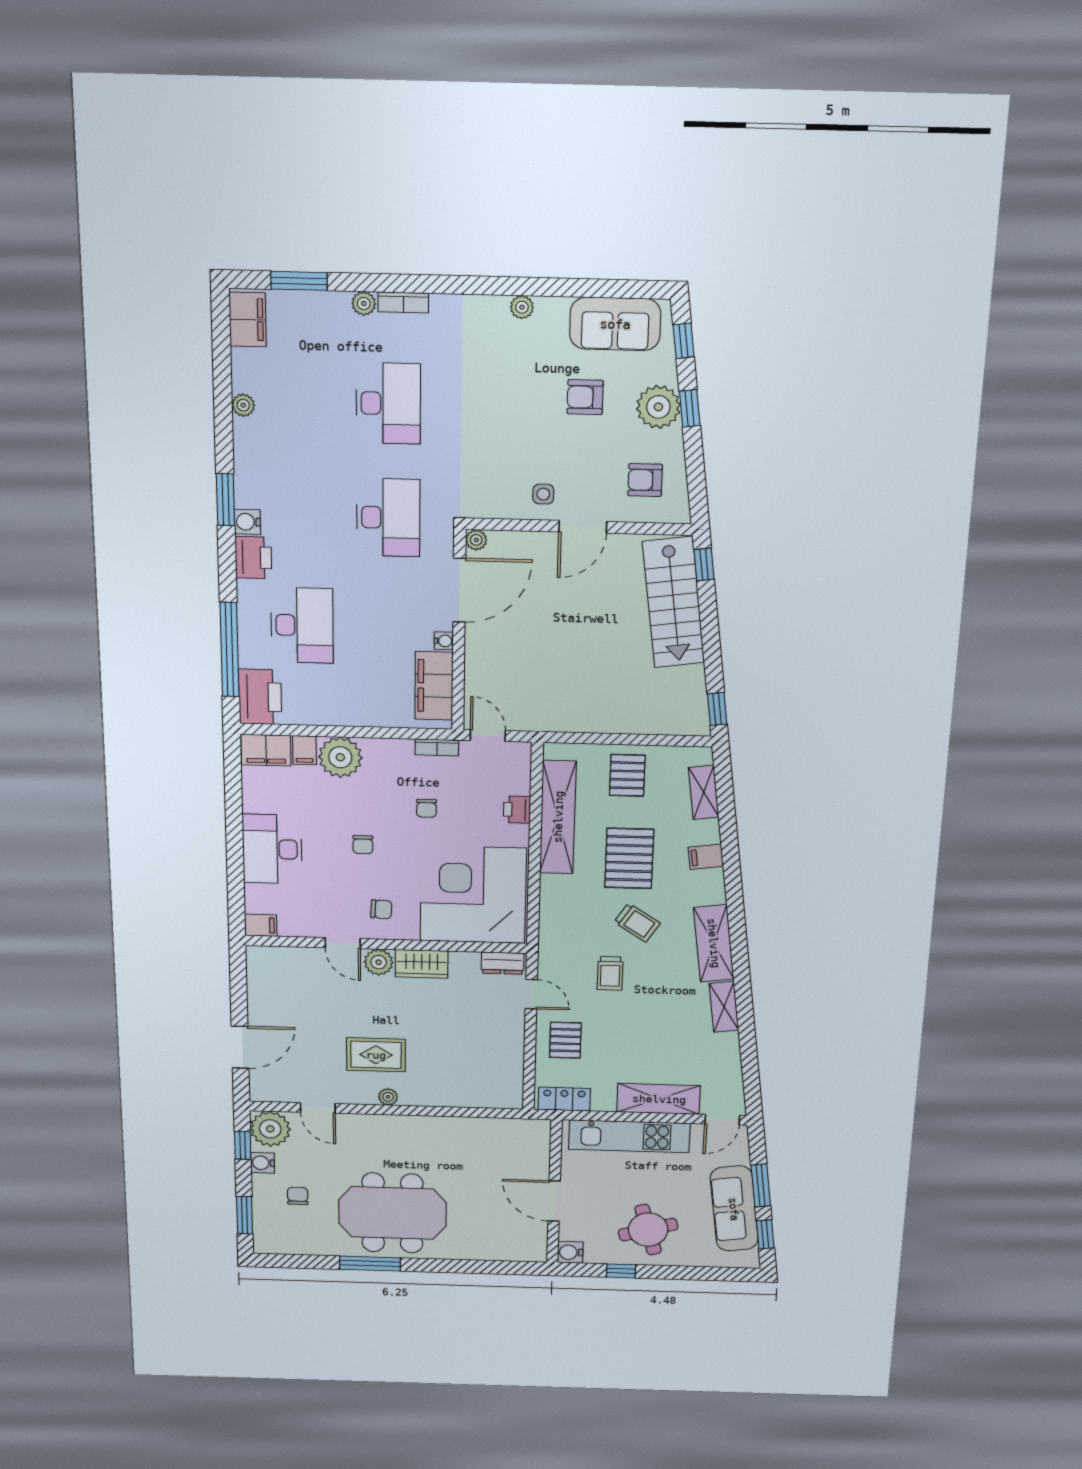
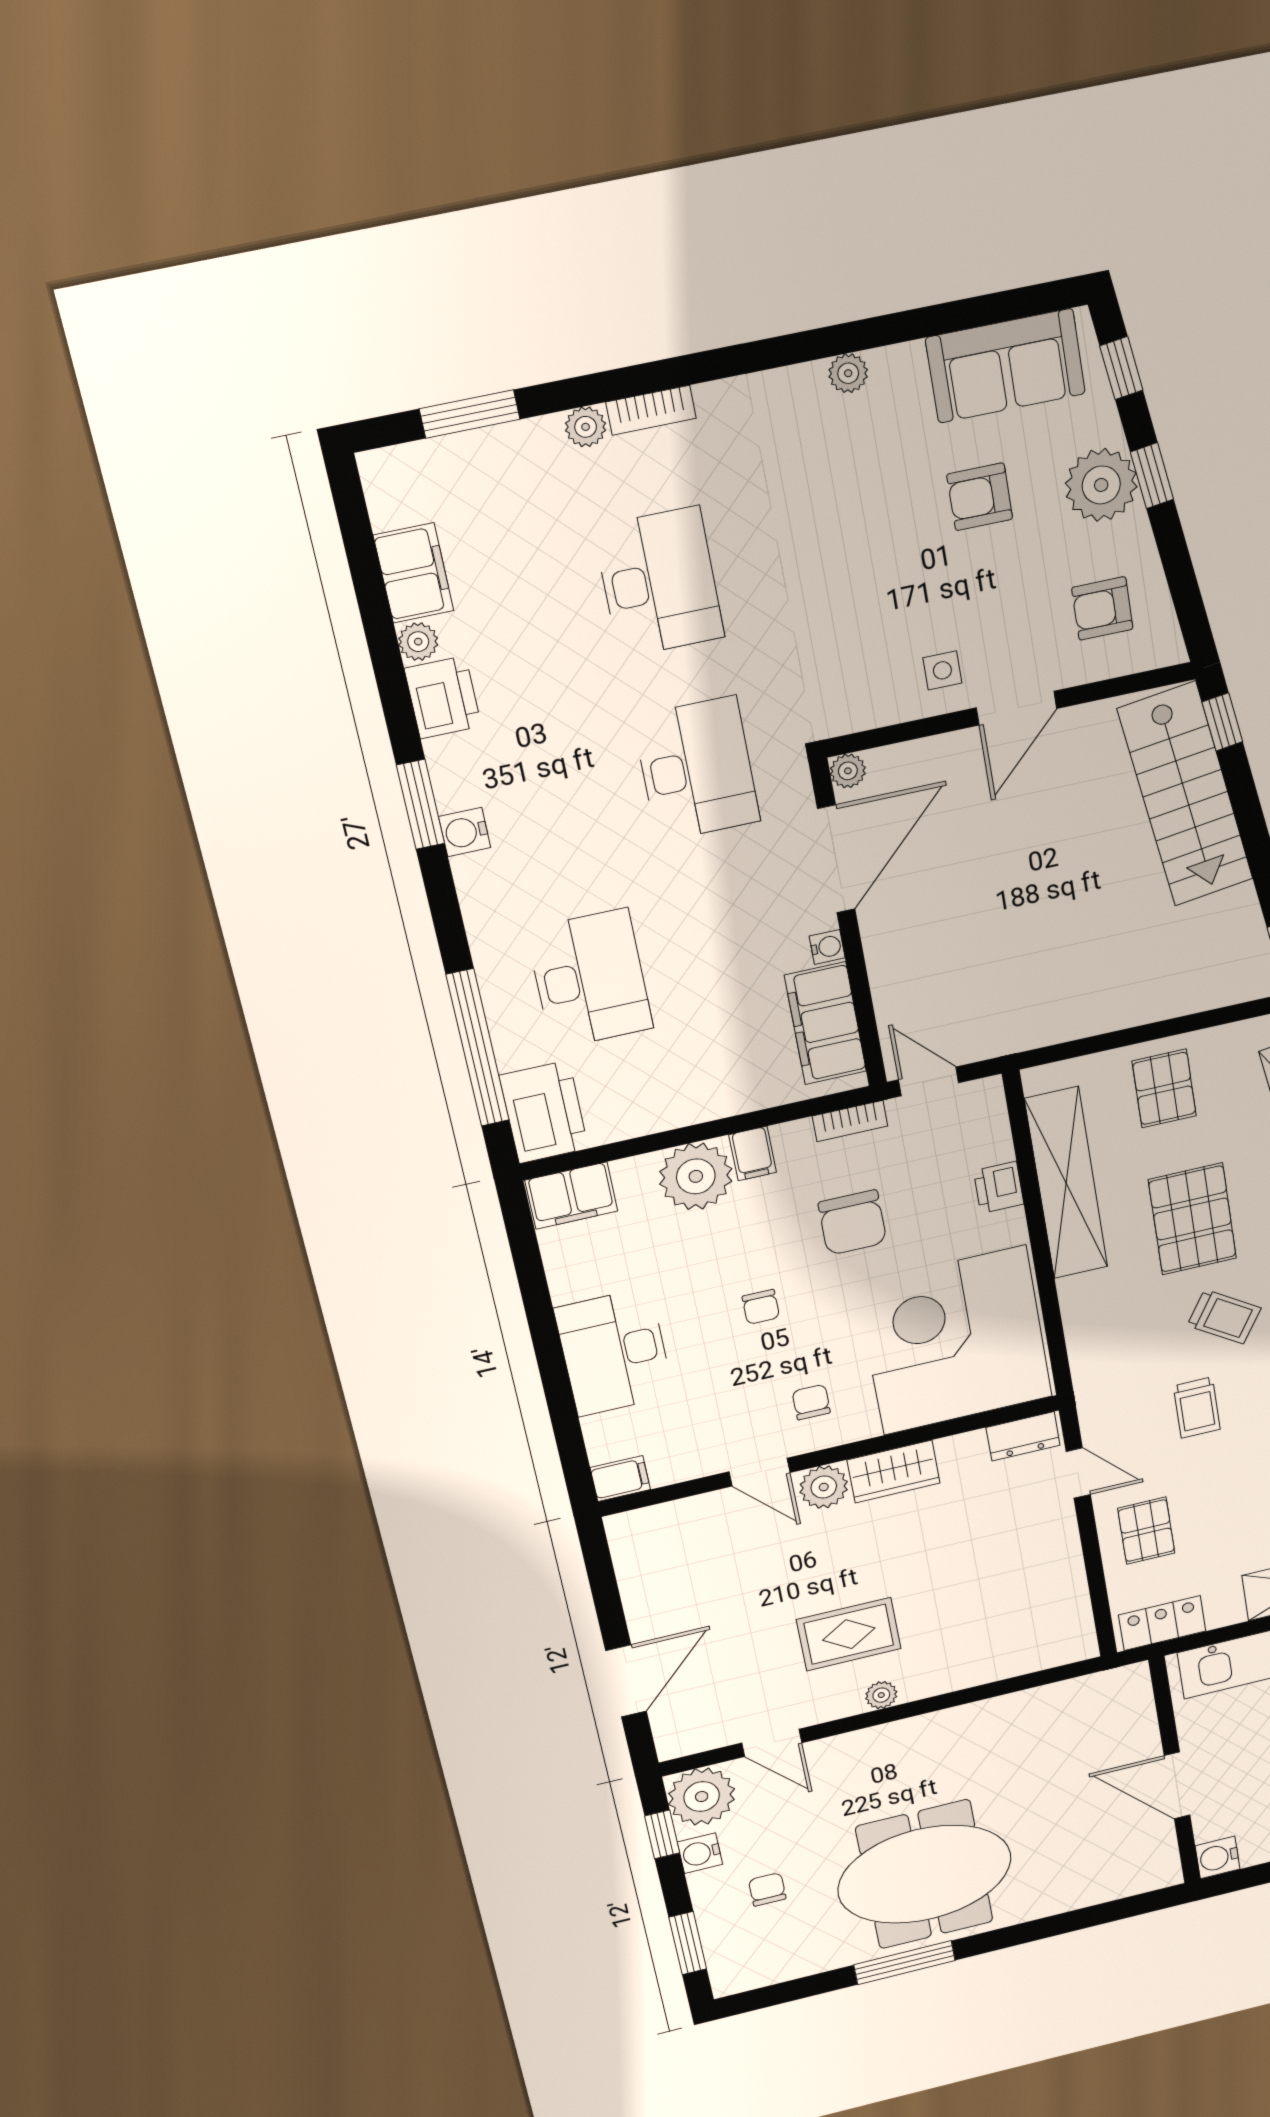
filing cabinet: (248, 319) -> (414, 573), moved
printer: (253, 557) -> (443, 697), moved
filing cabinet: (304, 750) -> (753, 1154), moved
chair: (427, 808) -> (852, 1223), width x1.87, depth x1.87
chair: (381, 909) -> (811, 1402), turned -93

